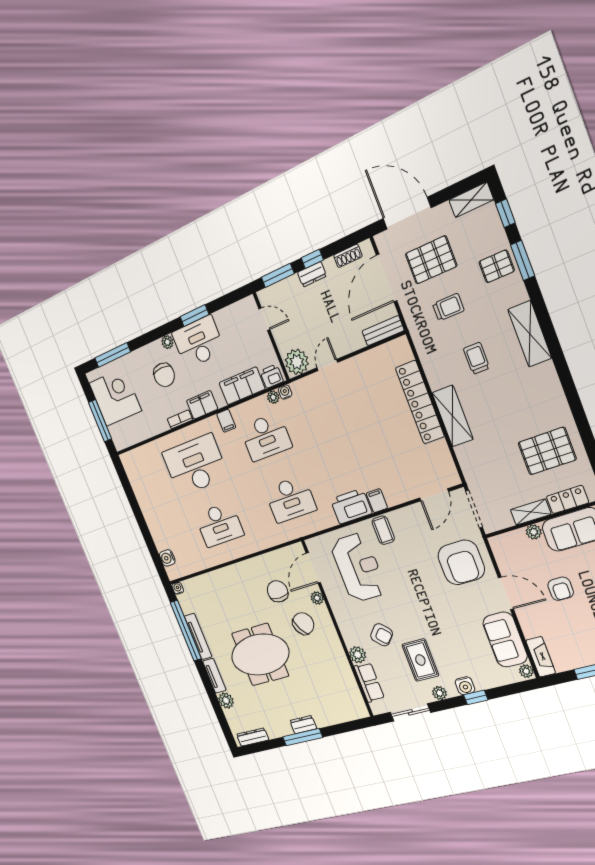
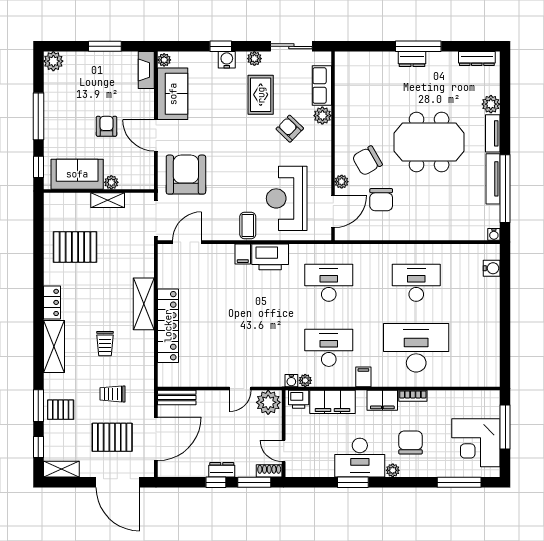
shoe rack: (348, 256) -> (269, 471), moved
desk: (195, 465) -> (416, 348), turned 180
locker: (567, 500) -> (52, 302), moved, turned -90

